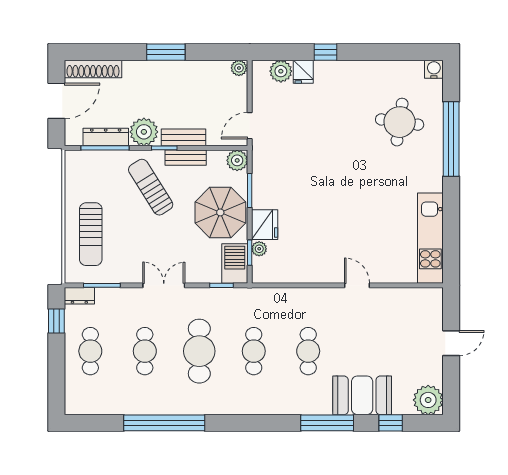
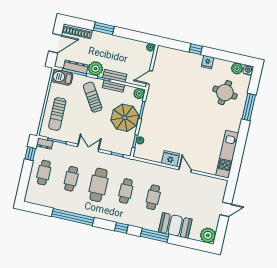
window: (166, 52) -> (104, 28), moved
plant: (281, 71) -> (237, 68), moved
fridge: (303, 72) -> (208, 62), moved
window: (451, 139) -> (249, 107), width x0.68
fridge: (265, 225) -> (170, 159), moved, turned -90
barbecue: (235, 264) -> (62, 77), moved, turned -90
window: (391, 423) -> (121, 228), moved

